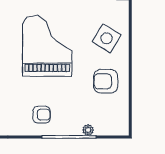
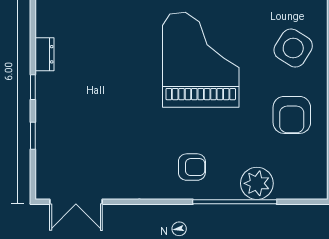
armchair: (106, 81) -> (292, 115), turned -90
plant: (88, 130) -> (257, 183), width x1.87, depth x1.87

